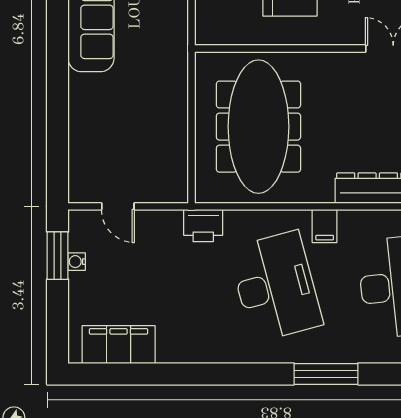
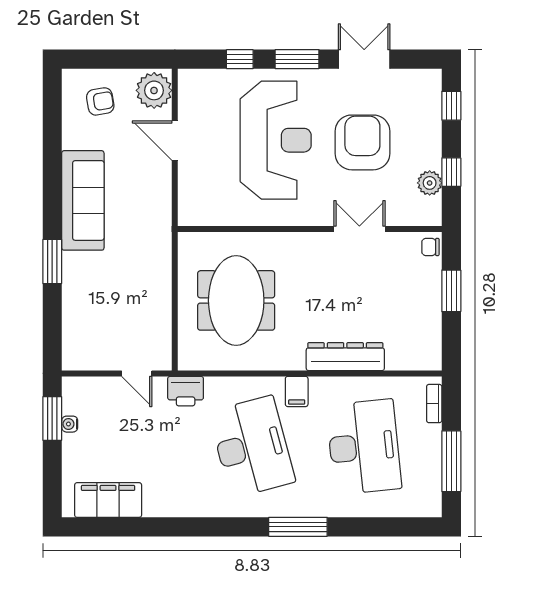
window: (58, 84) -> (52, 261), added
meeting table: (258, 127) -> (236, 300), width x0.73
door: (118, 206) -> (137, 373), moved

